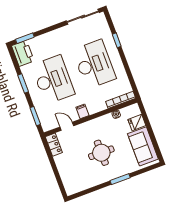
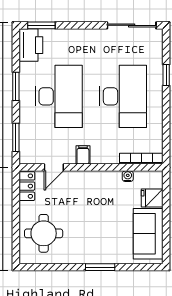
door: (67, 126) -> (54, 167), swing flipped
round table: (101, 153) -> (44, 233), moved

